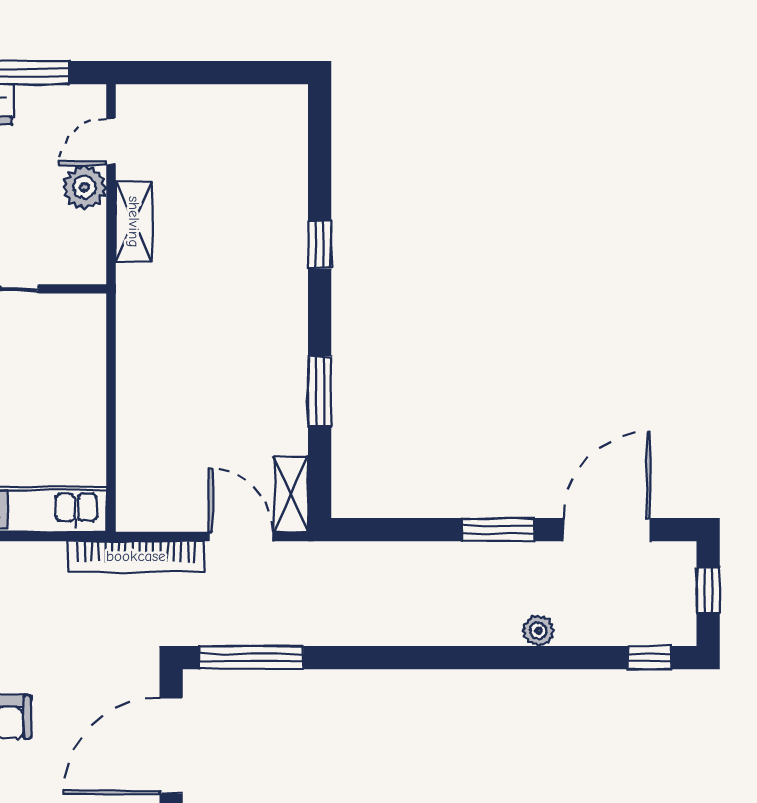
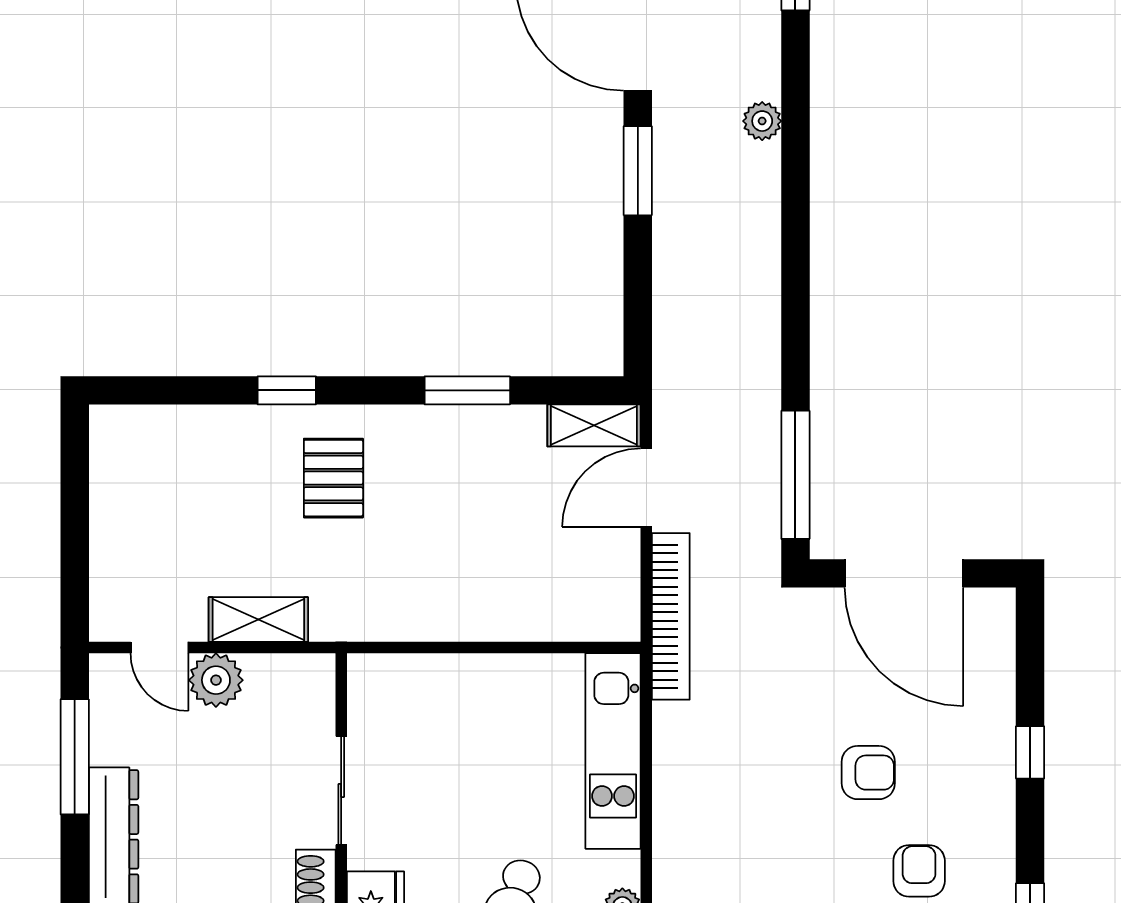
pallet: (249, 283) -> (333, 478), added

